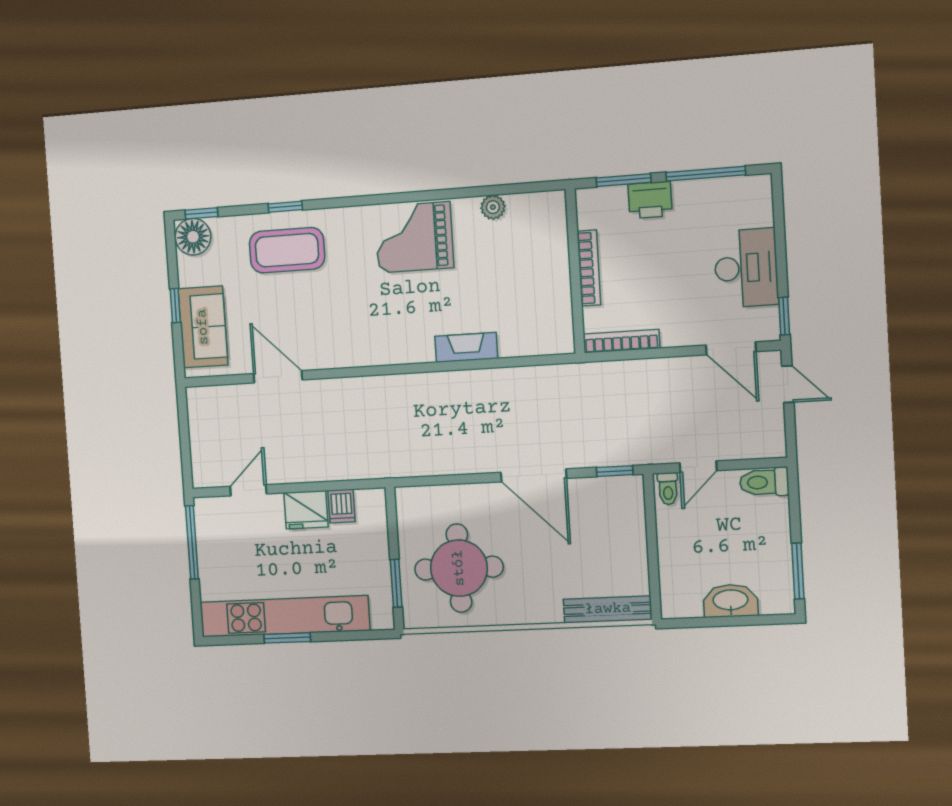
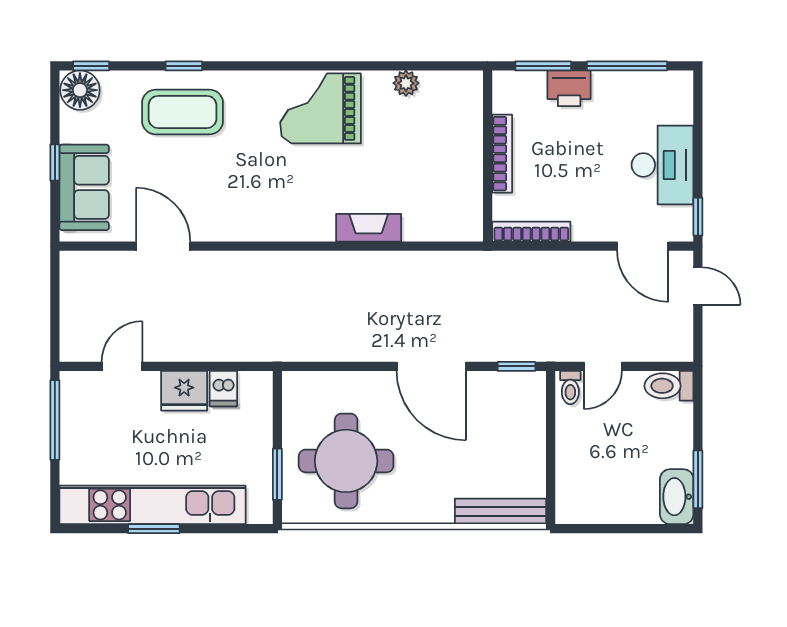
washbasin: (730, 601) -> (677, 497), moved, turned -90

